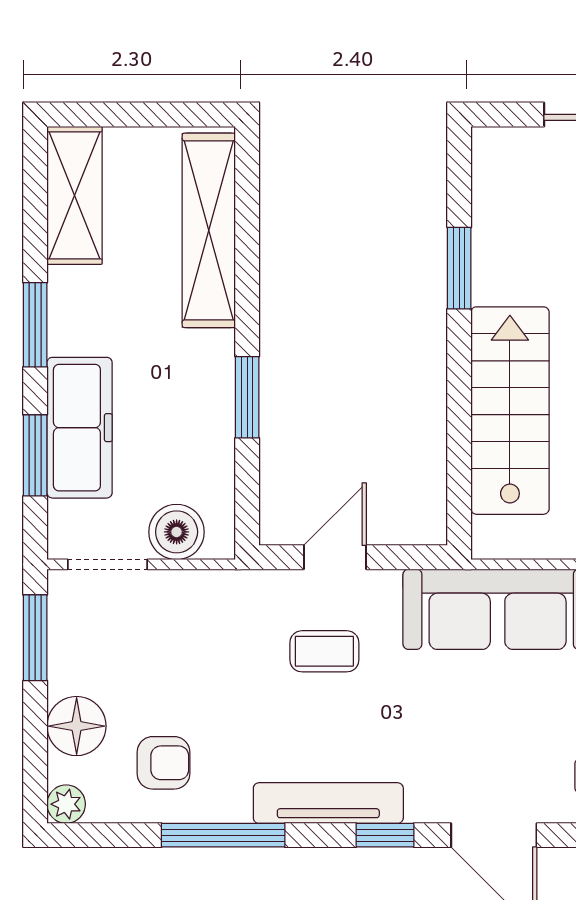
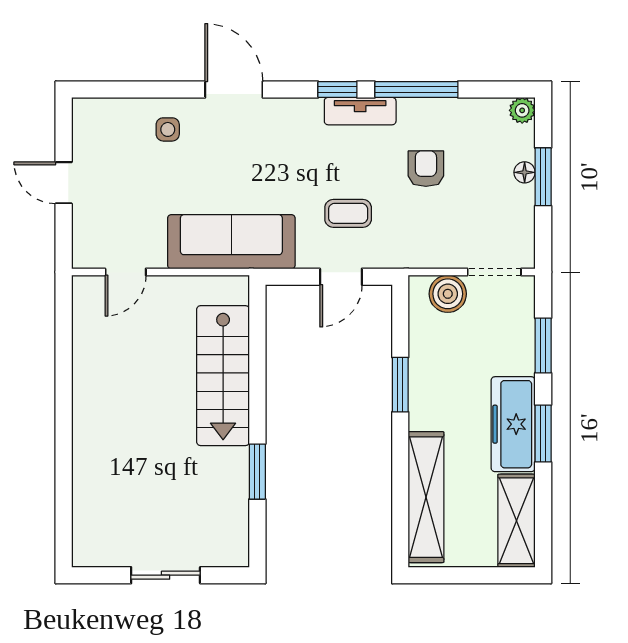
freezer: (80, 428) -> (513, 424), moved
window: (35, 638) -> (543, 177), moved
floor lamp: (77, 726) -> (525, 172), width x0.53, depth x0.53
armchair: (163, 763) -> (426, 169), moved, turned 90
tv unit: (328, 803) -> (360, 111), width x0.71
window: (385, 835) -> (337, 89), moved

